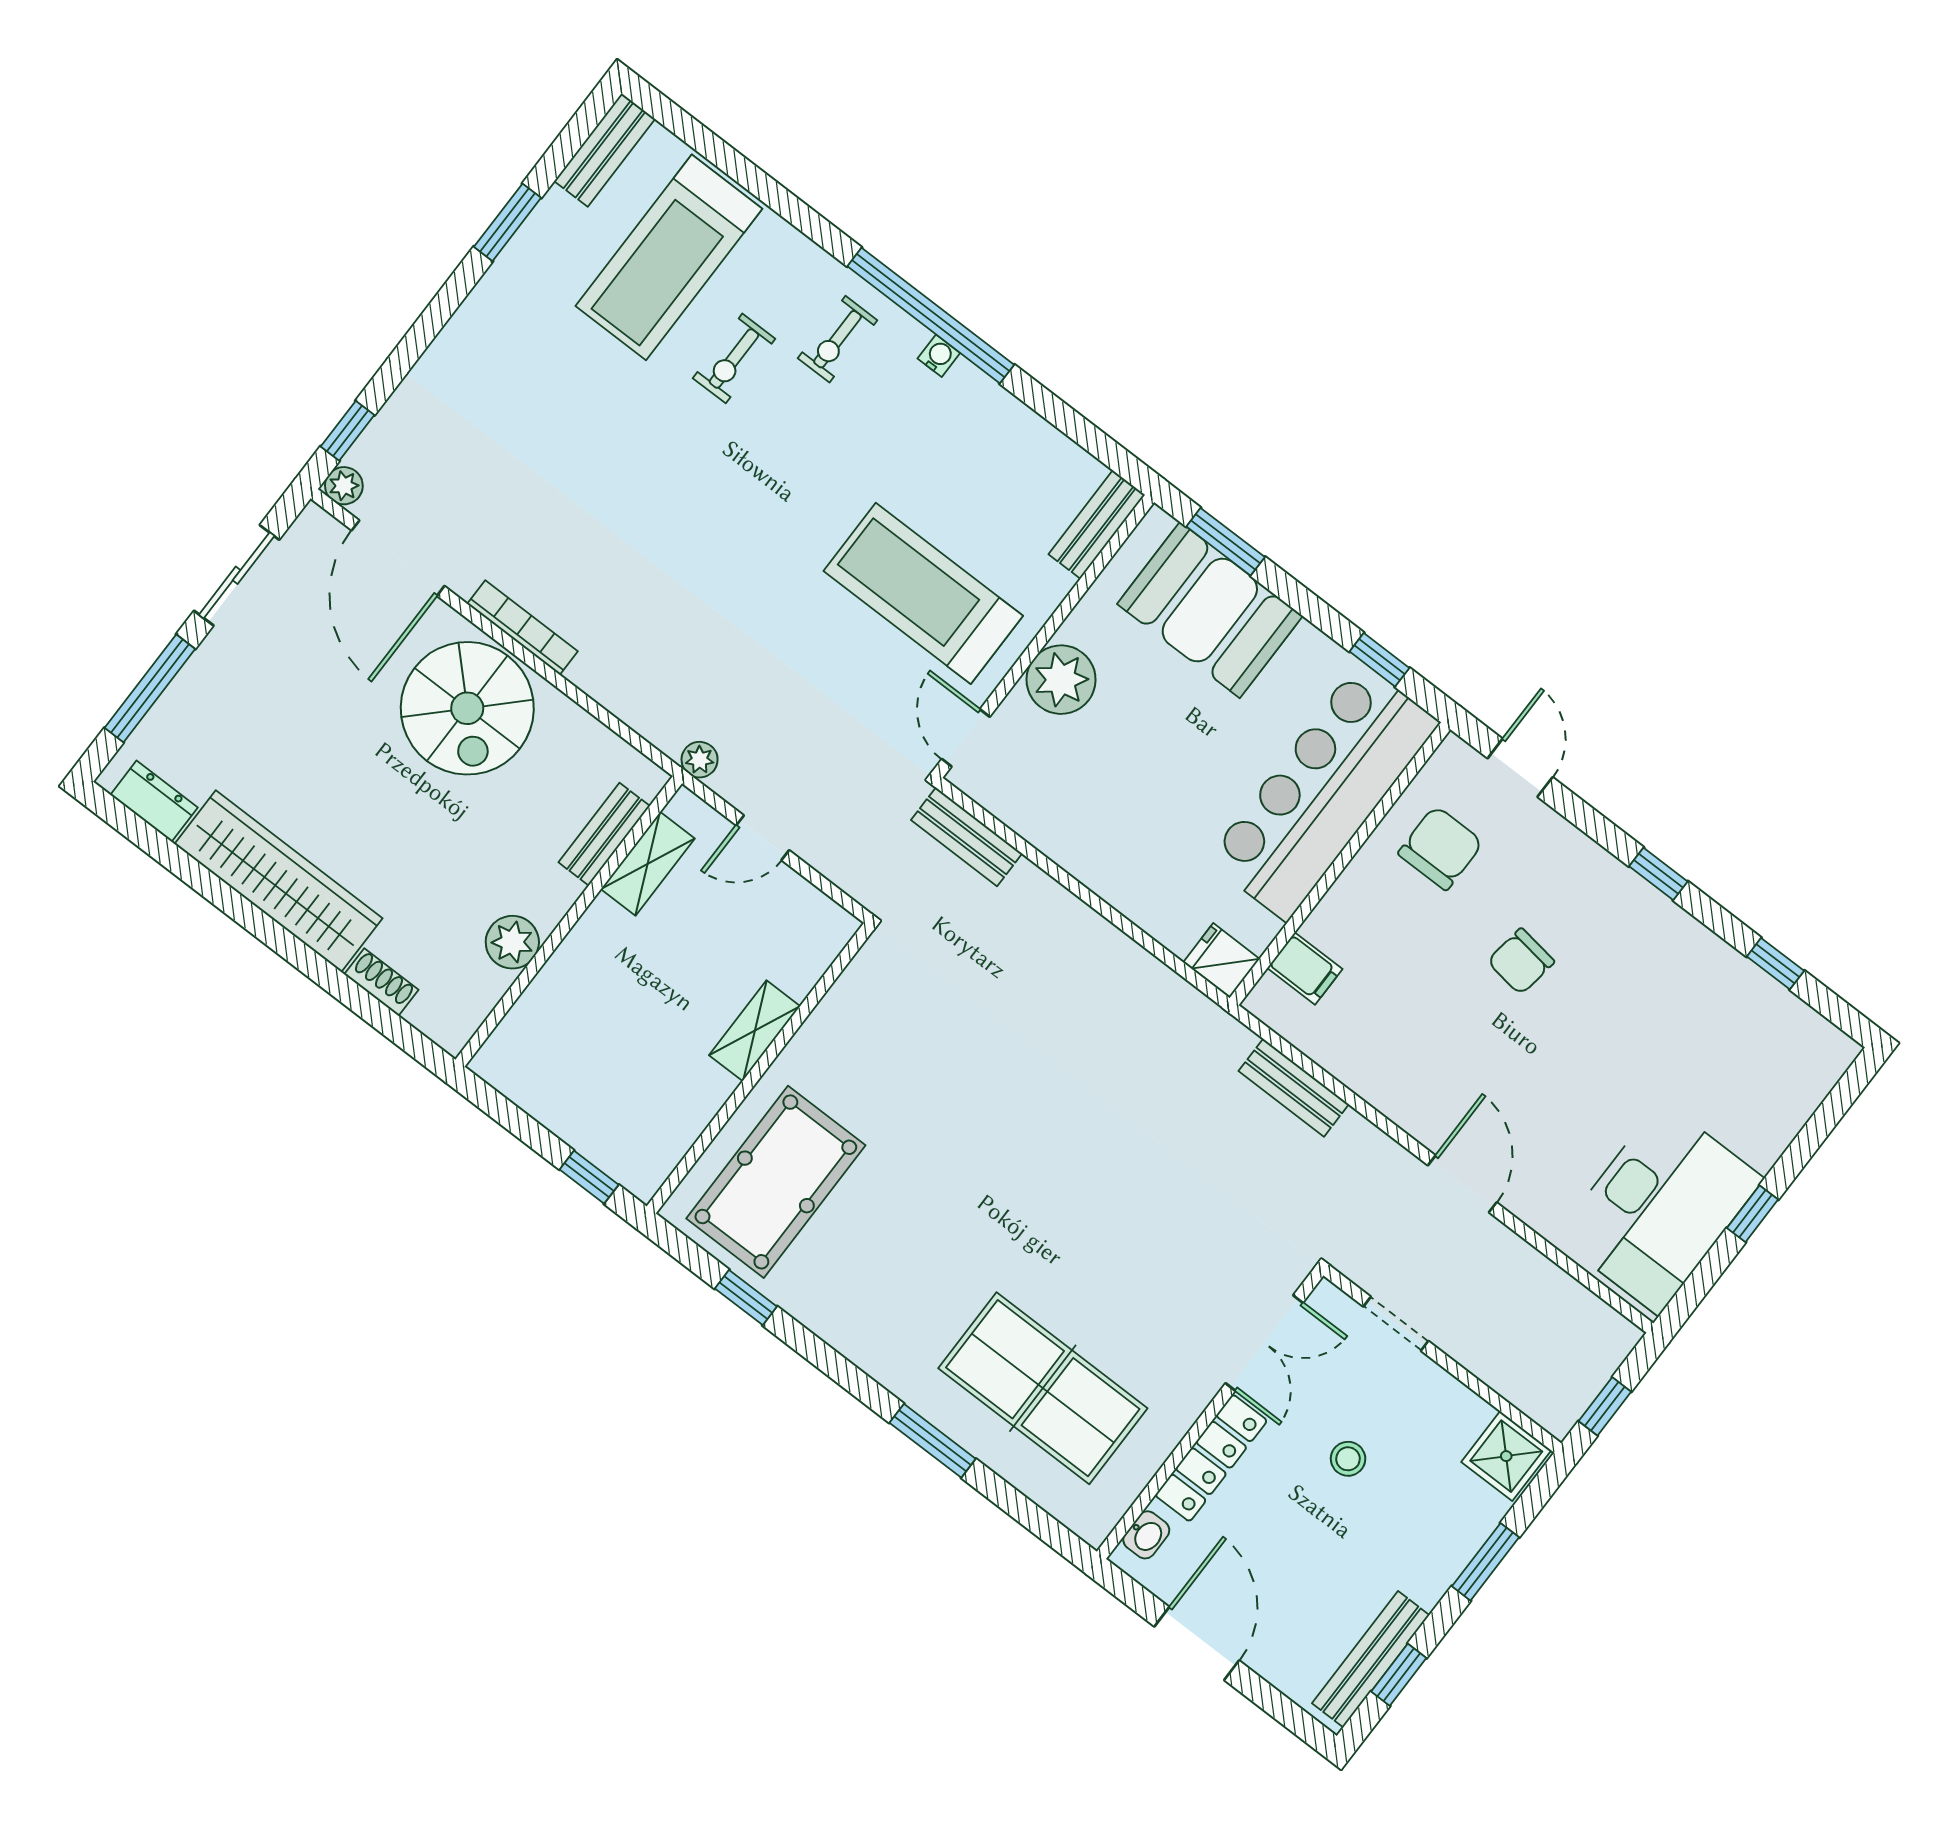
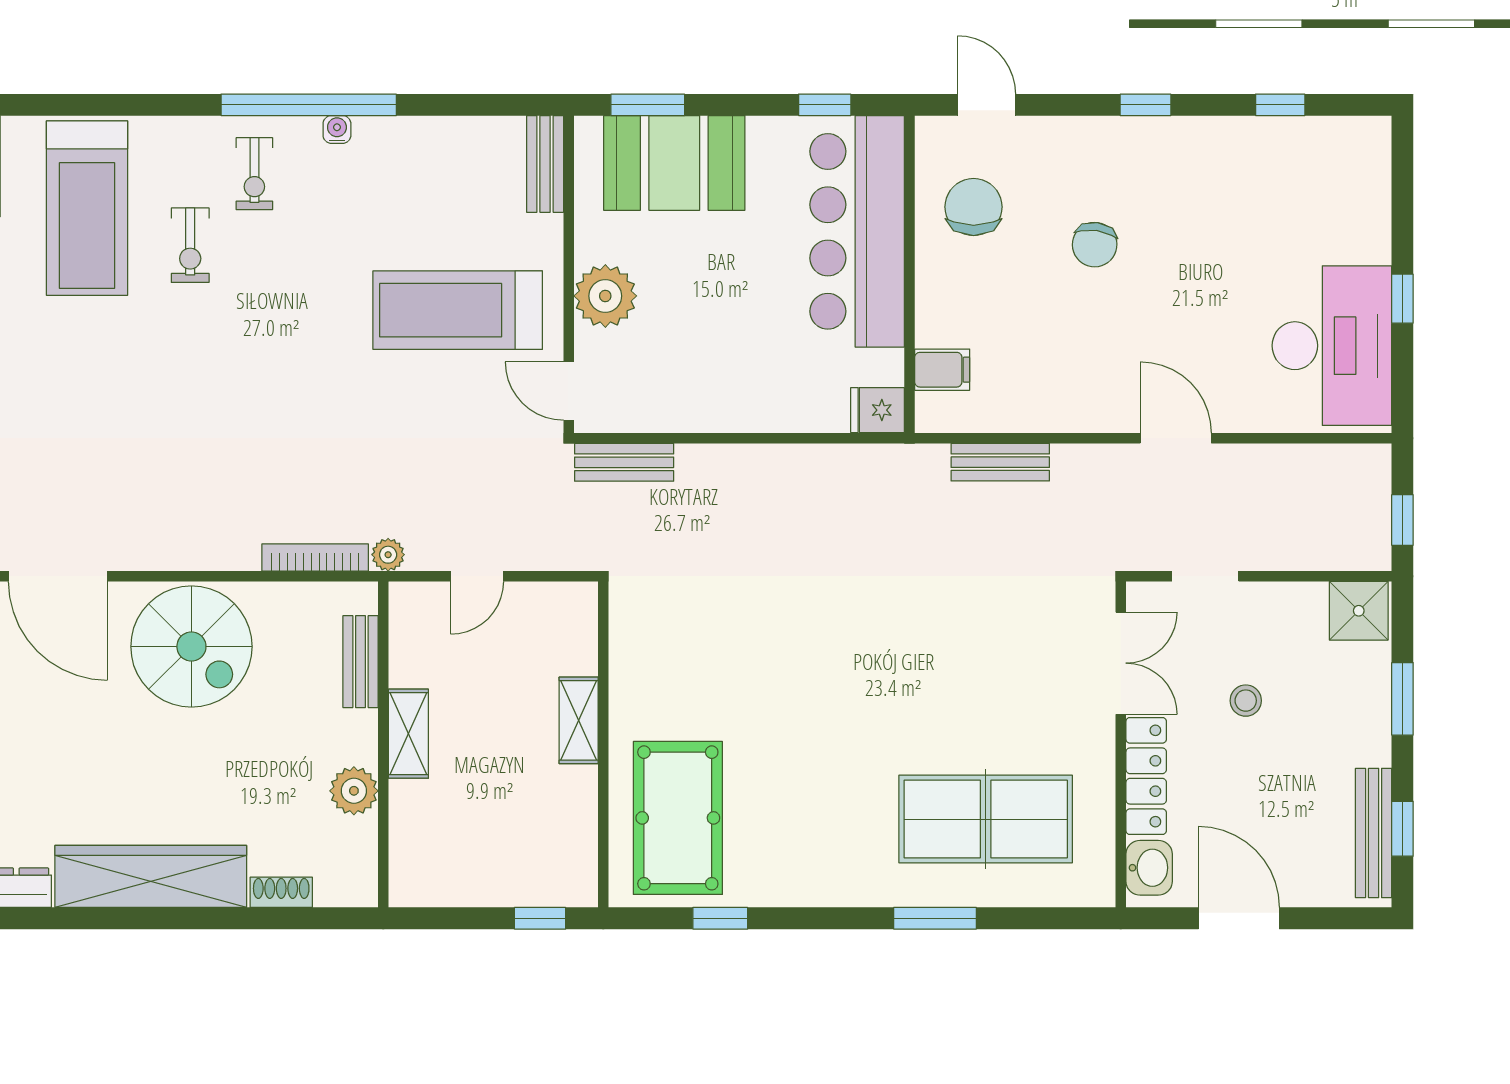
bookcase: (522, 628) -> (315, 557), moved
shelving: (648, 864) -> (408, 734), moved
washbasin: (1146, 1535) -> (1149, 868), width x1.38, depth x1.45

